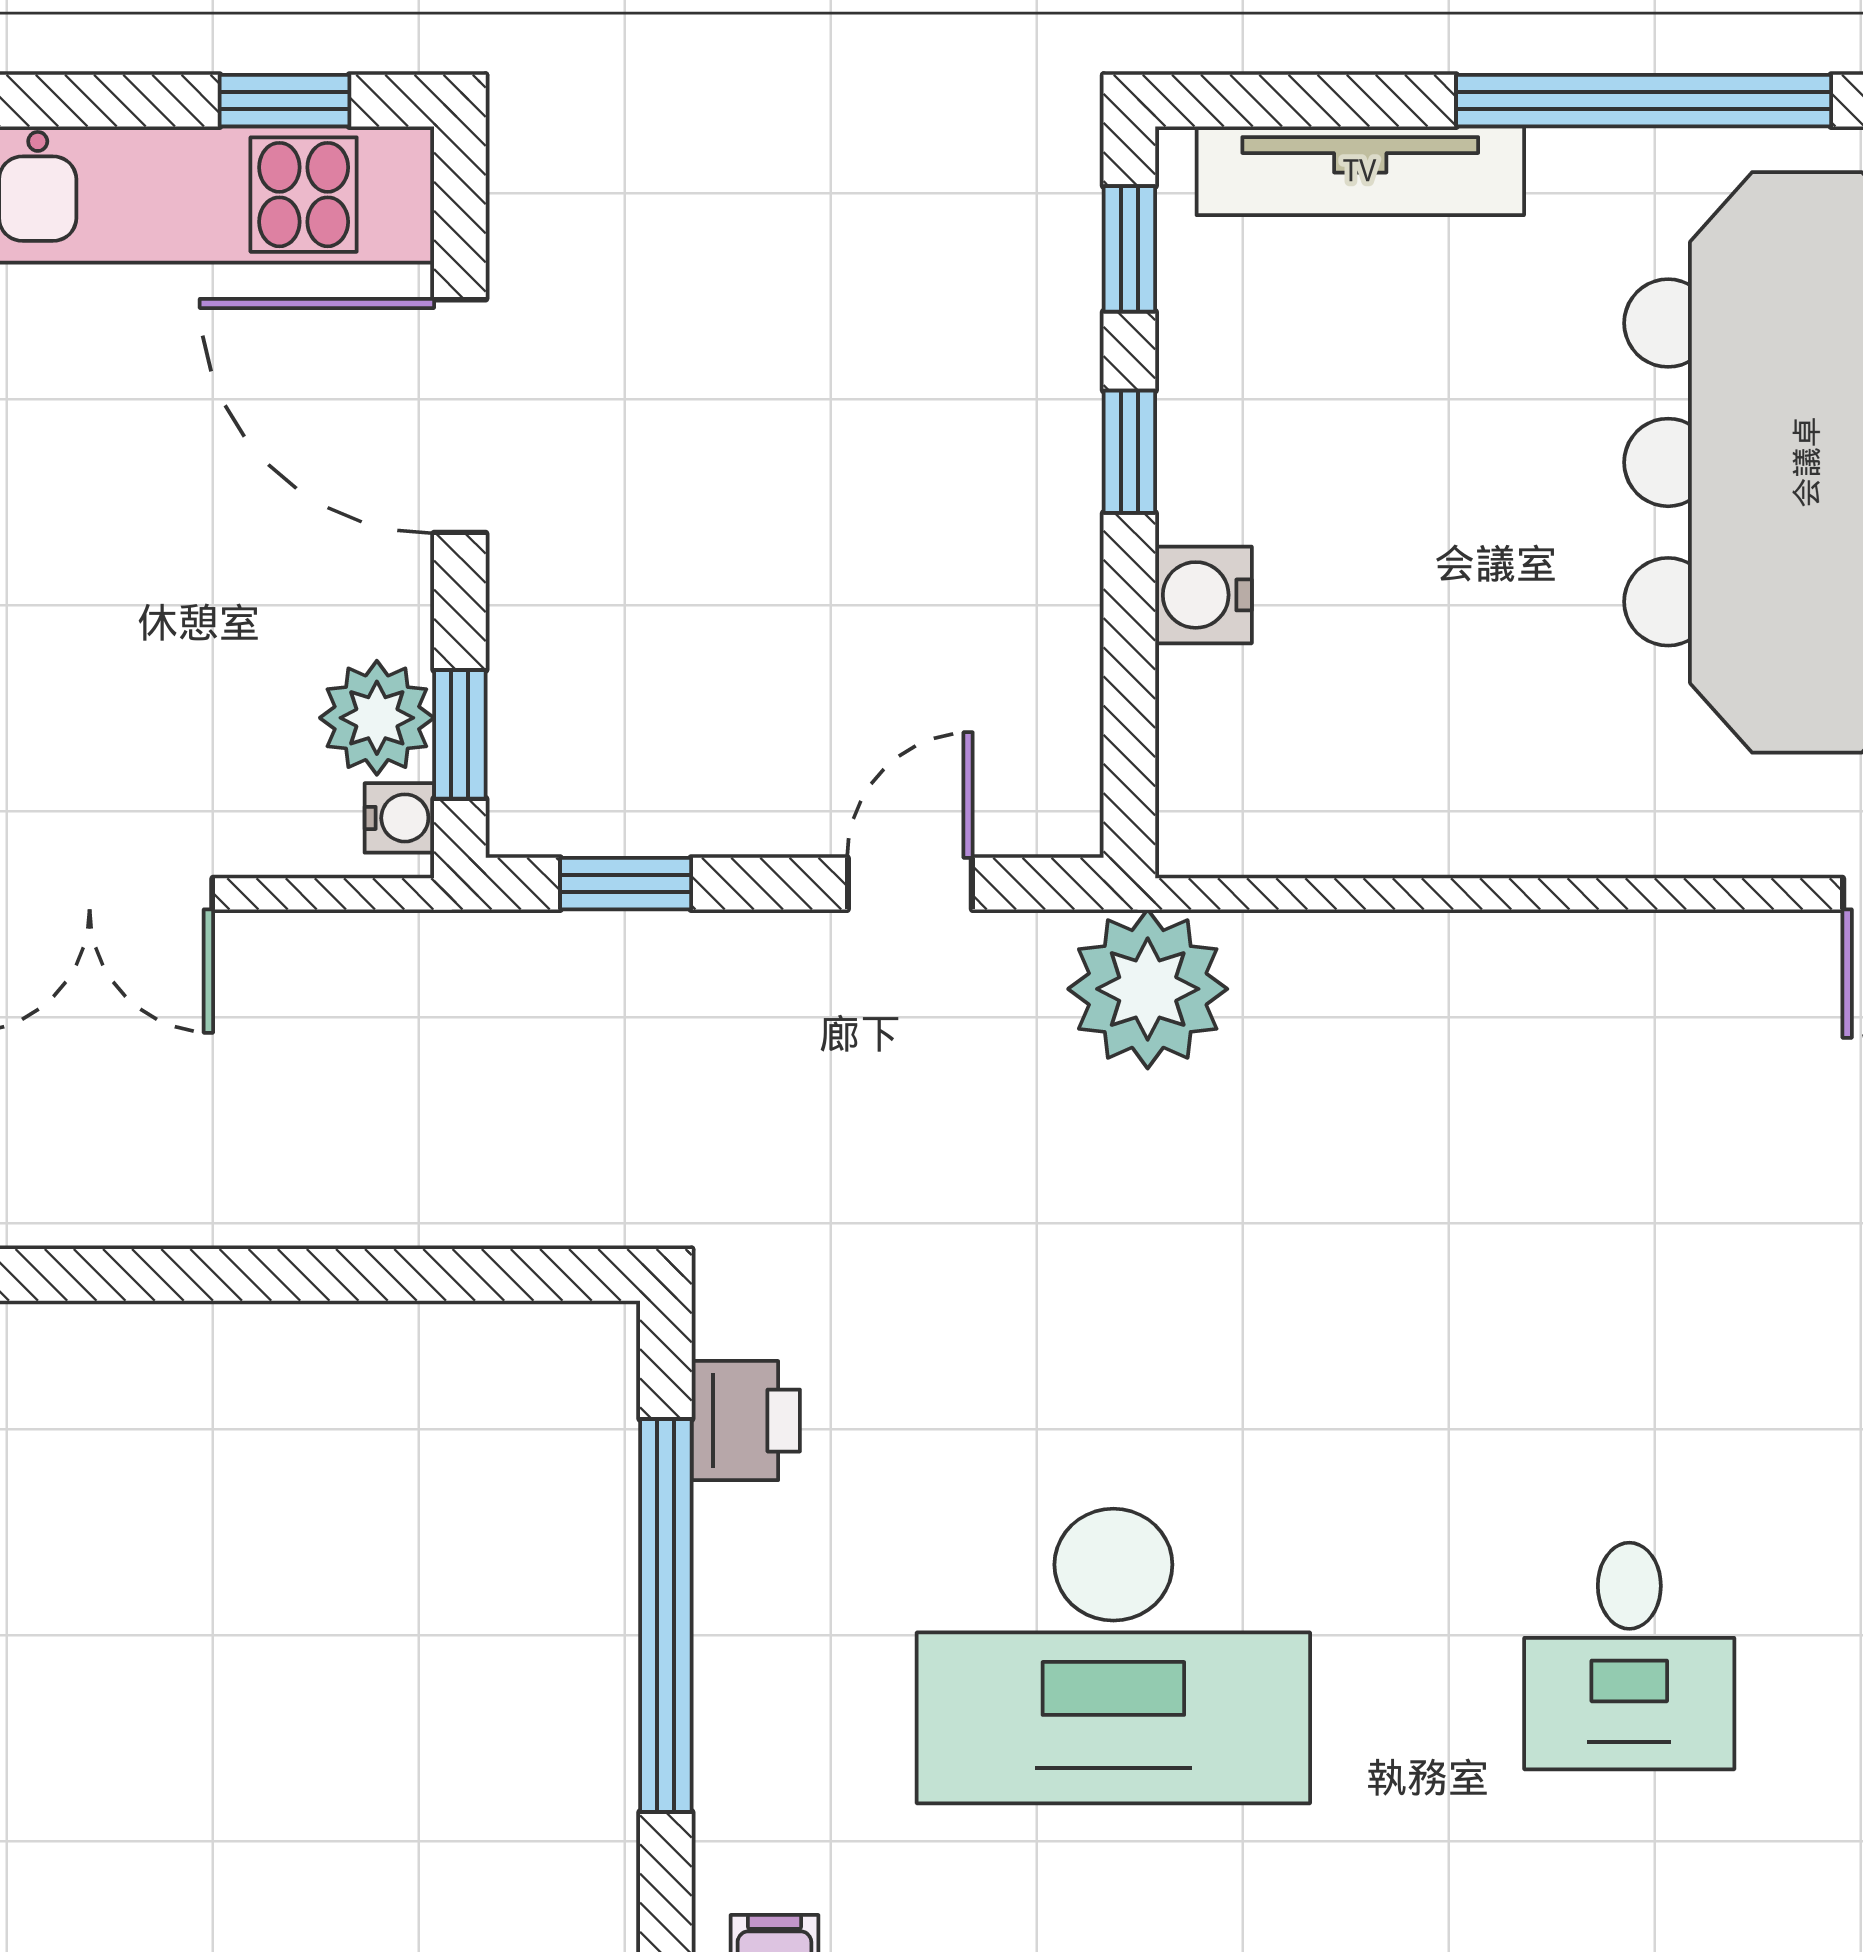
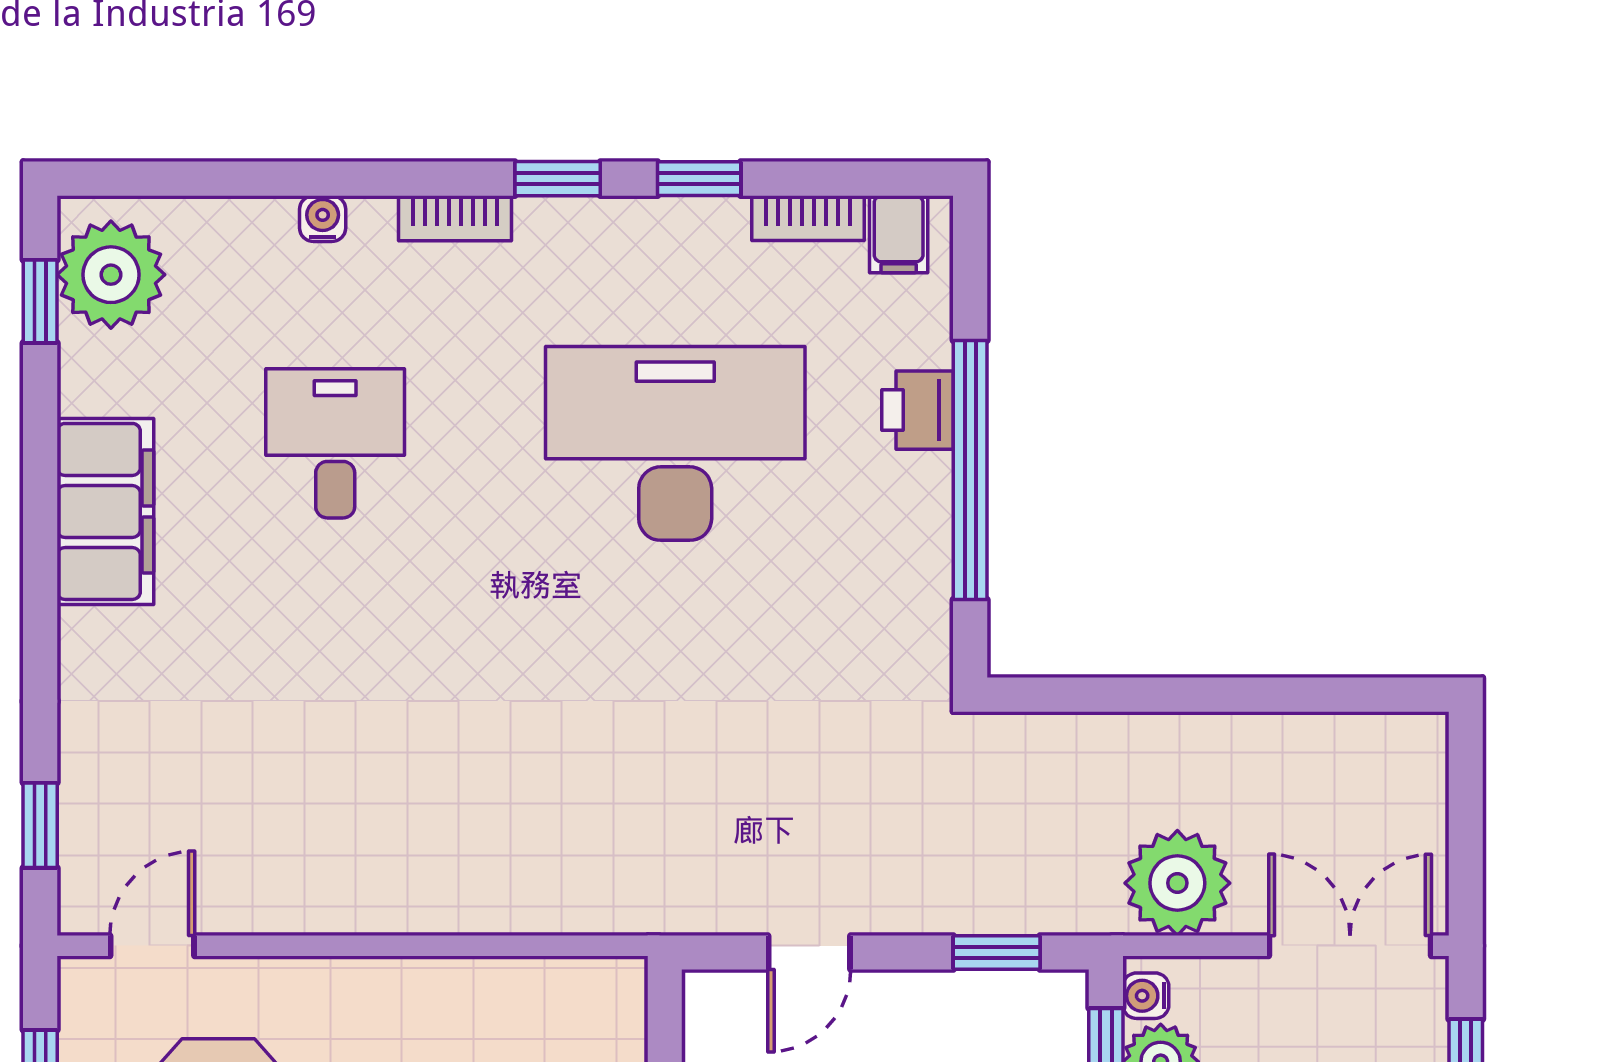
plant: (1148, 989) -> (1177, 883), moved
printer: (746, 1421) -> (918, 410), moved

